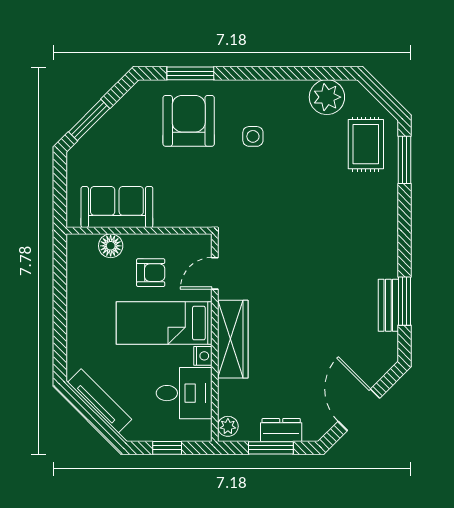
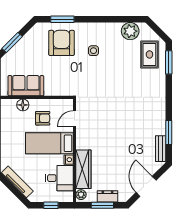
bench: (388, 305) -> (161, 149), moved
wardrobe: (233, 339) -> (83, 169), moved

